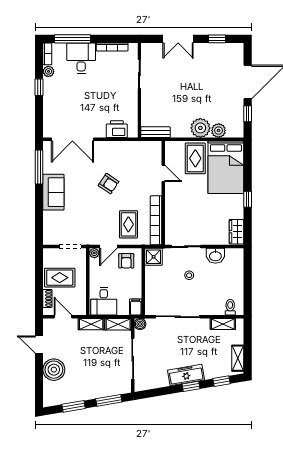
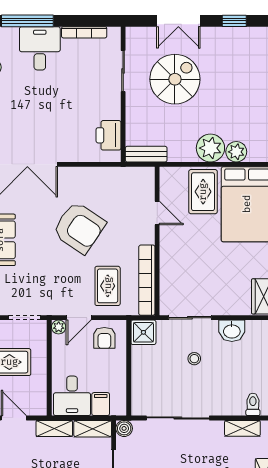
spiral stairs: (176, 80) -> (175, 79), added
printer: (117, 129) -> (109, 135), moved, turned -90
armchair: (109, 184) -> (79, 228), width x1.88, depth x1.88
filing cabinet: (136, 307) -> (101, 404), moved

